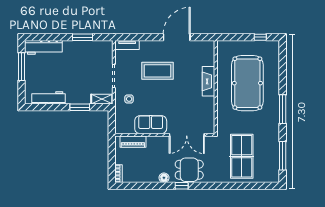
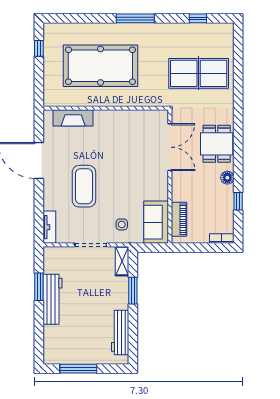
workbench: (43, 47) -> (53, 299), moved
fireplace: (209, 81) -> (73, 118), moved
sofa: (151, 125) -> (156, 222), moved
window: (283, 156) -> (198, 18), width x0.46
window: (182, 186) -> (238, 201), moved

